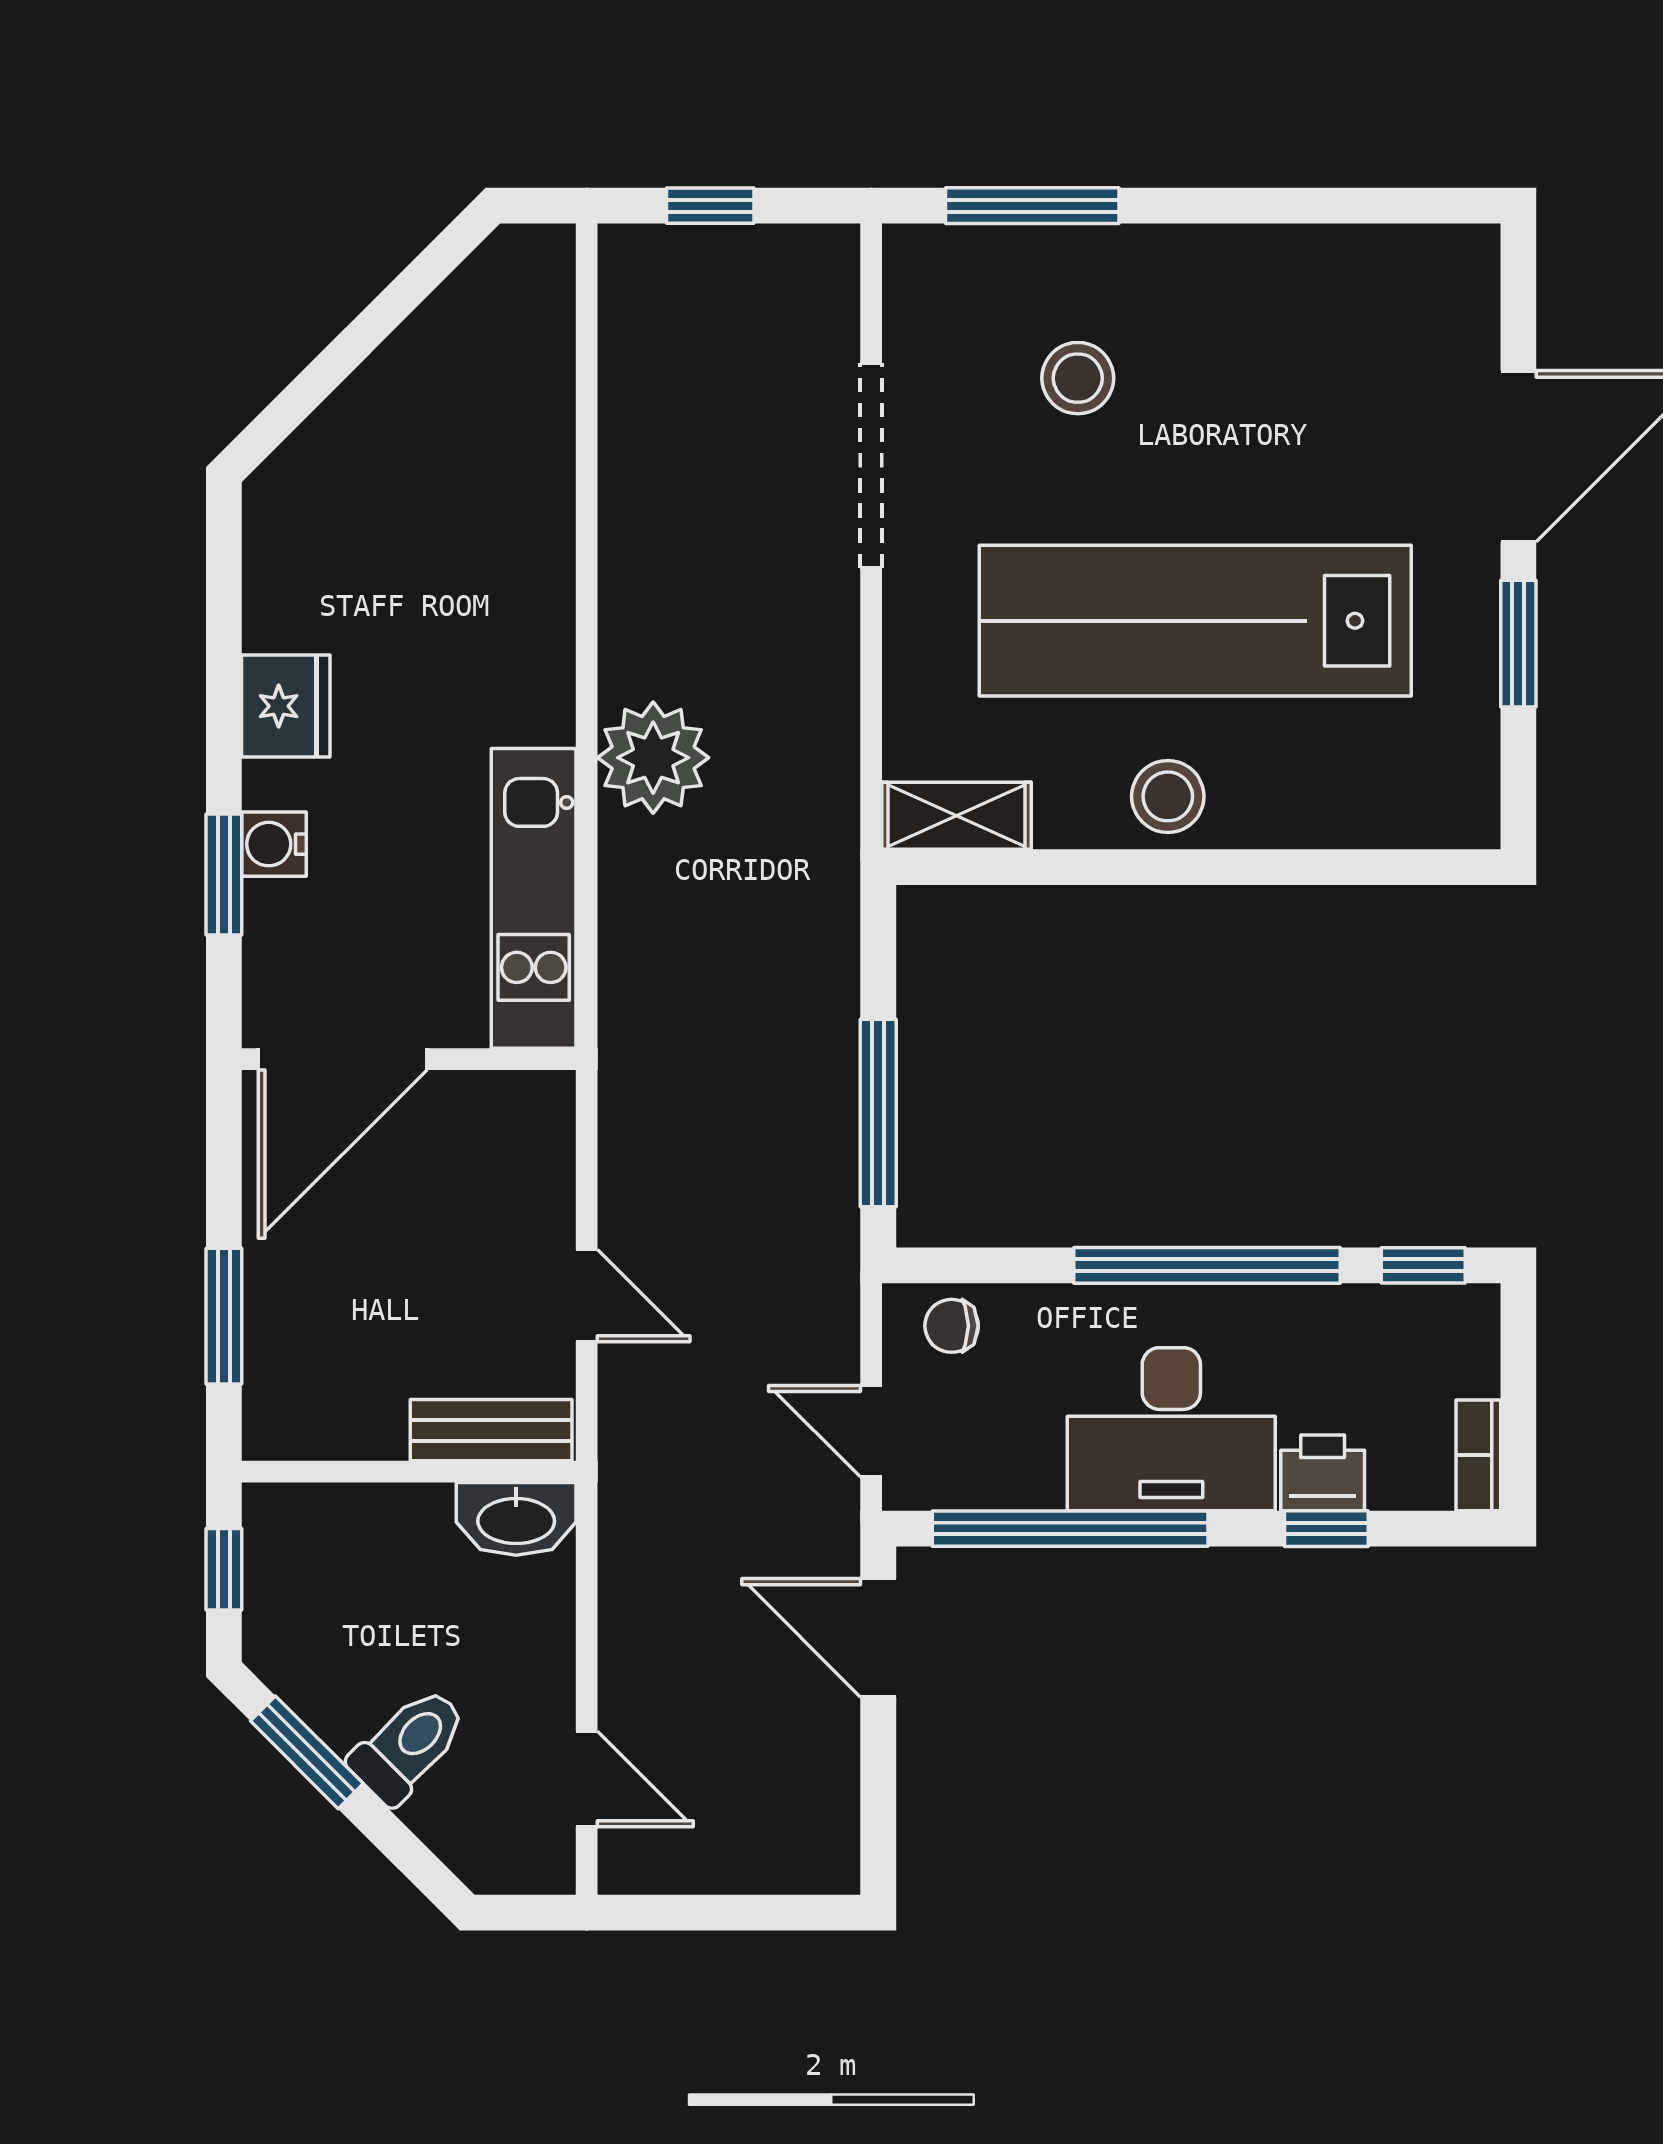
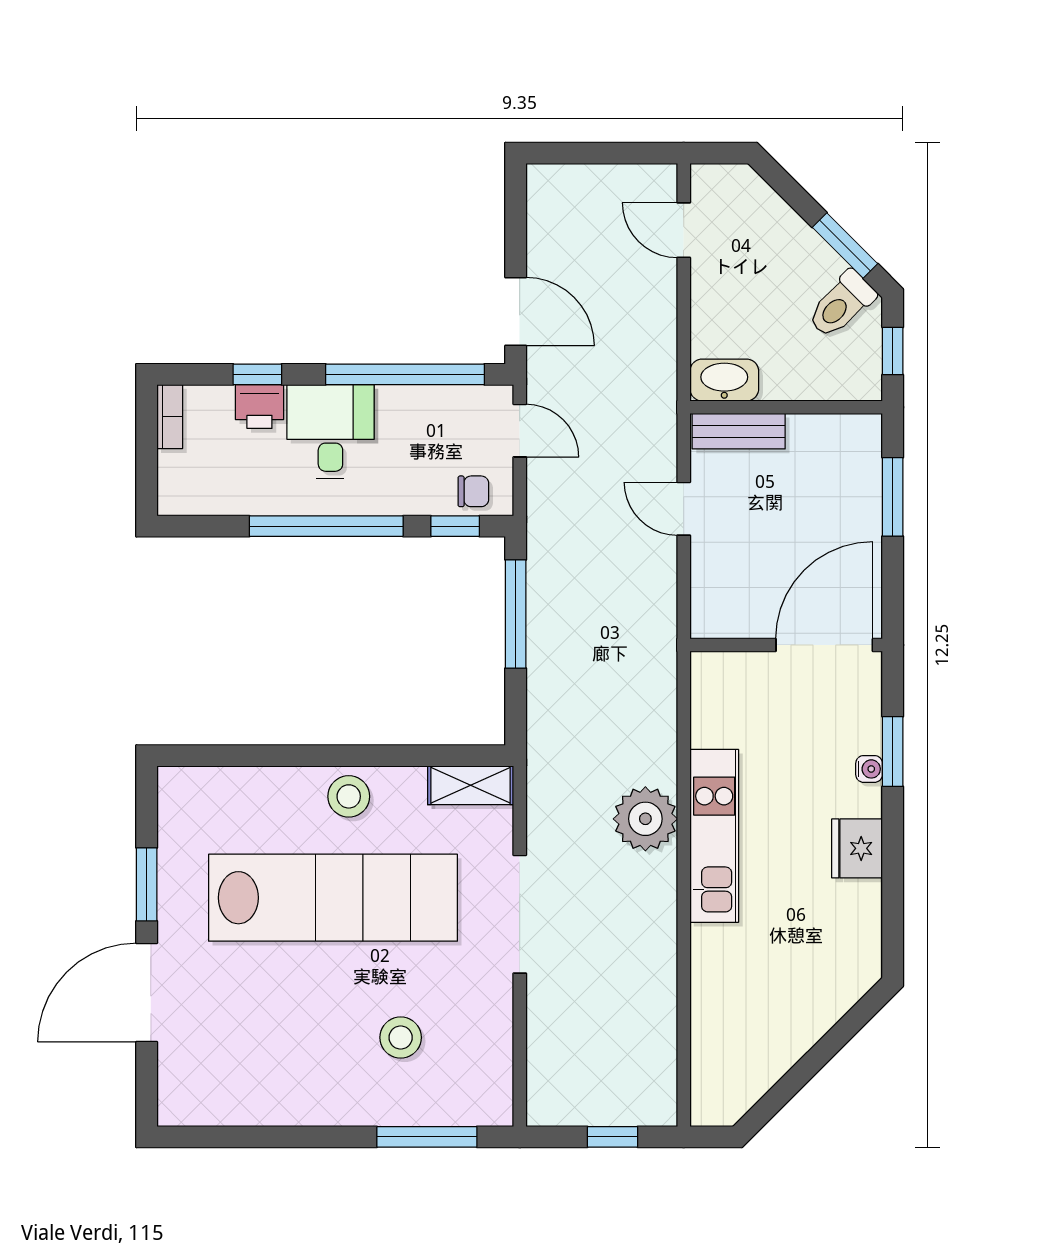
doorway: (871, 465) -> (520, 914), moved
water cooler: (274, 844) -> (869, 769), width x0.72, depth x0.72
kitchen unit: (534, 898) -> (714, 836), moved
window: (1423, 1265) -> (455, 526), moved
desk: (1171, 1429) -> (330, 432), width x0.73
toilet: (408, 1745) -> (841, 304), moved

